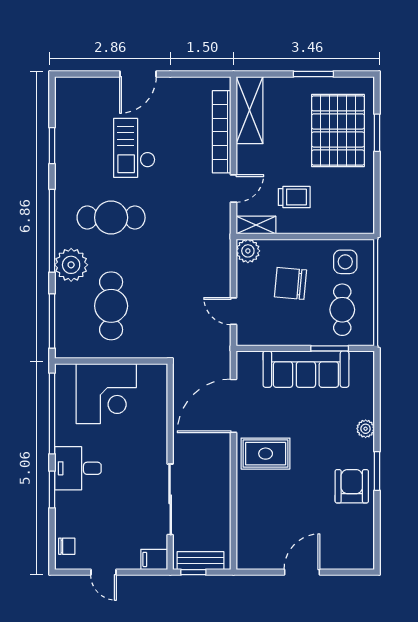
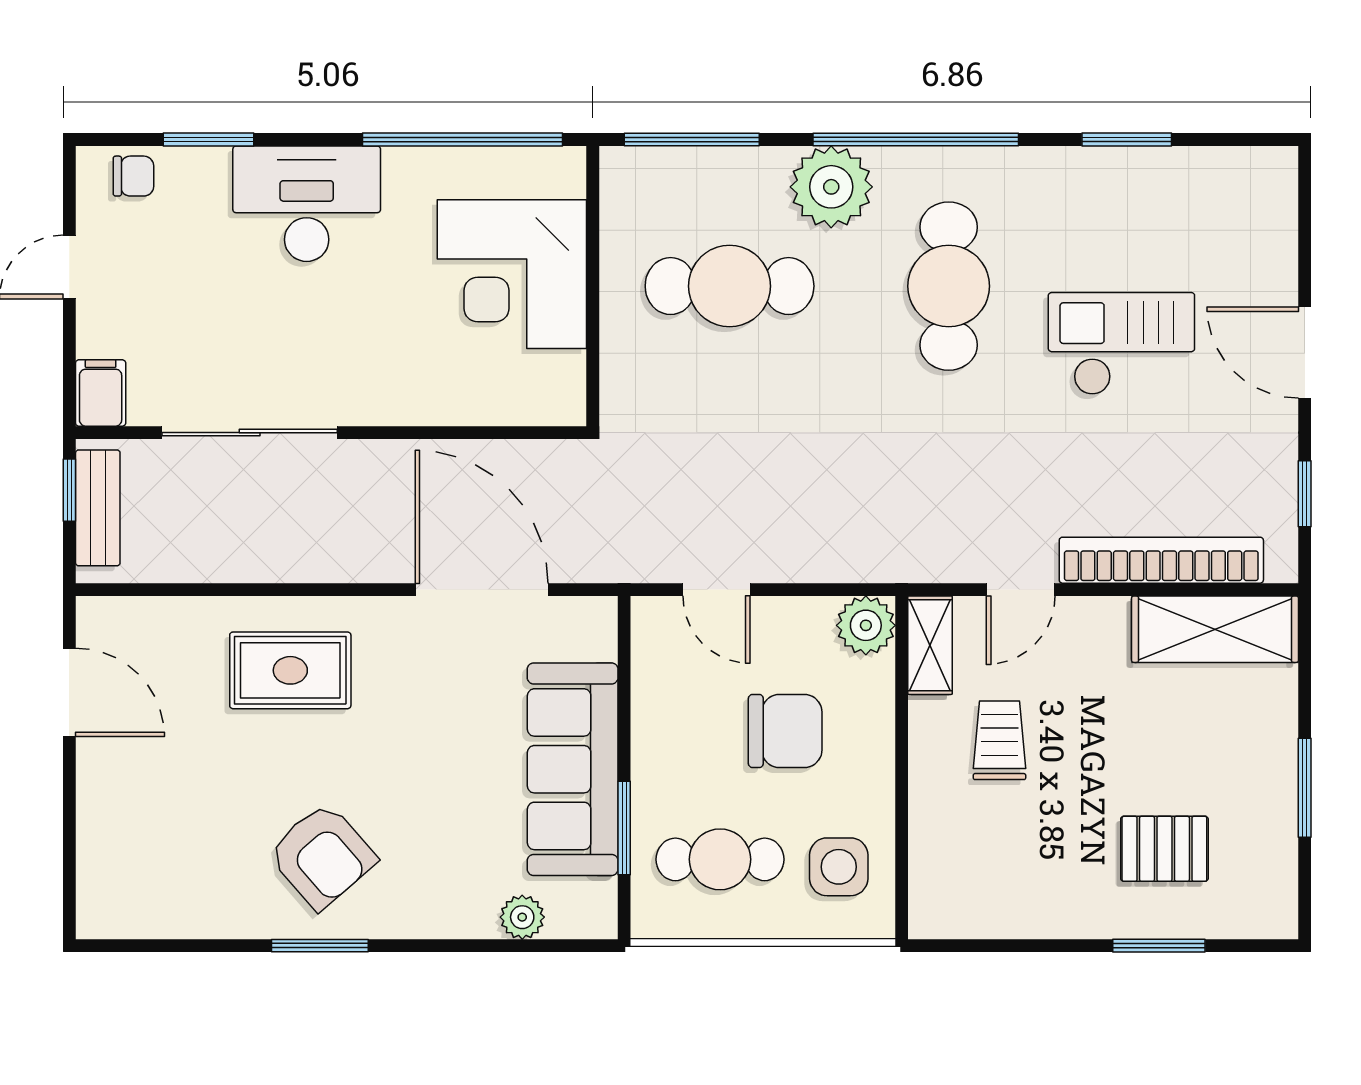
window: (195, 74) -> (1305, 494), added
pallet: (338, 130) -> (1164, 849), width x0.49, depth x0.50
door: (233, 188) -> (1021, 590), hinge flipped
trolley: (294, 197) -> (999, 740), turned 180
chair: (290, 283) -> (785, 731), turned 85
door: (233, 311) -> (716, 590), swing flipped
plant: (366, 429) -> (522, 917), moved
rug: (266, 454) -> (290, 670), moved, turned 90
desk: (78, 468) -> (307, 204), width x1.37
armchair: (352, 486) -> (322, 856), moved, turned 49
window: (52, 489) -> (208, 140), moved
chair: (67, 546) -> (133, 176), turned -90
door: (302, 572) -> (69, 692), moved

